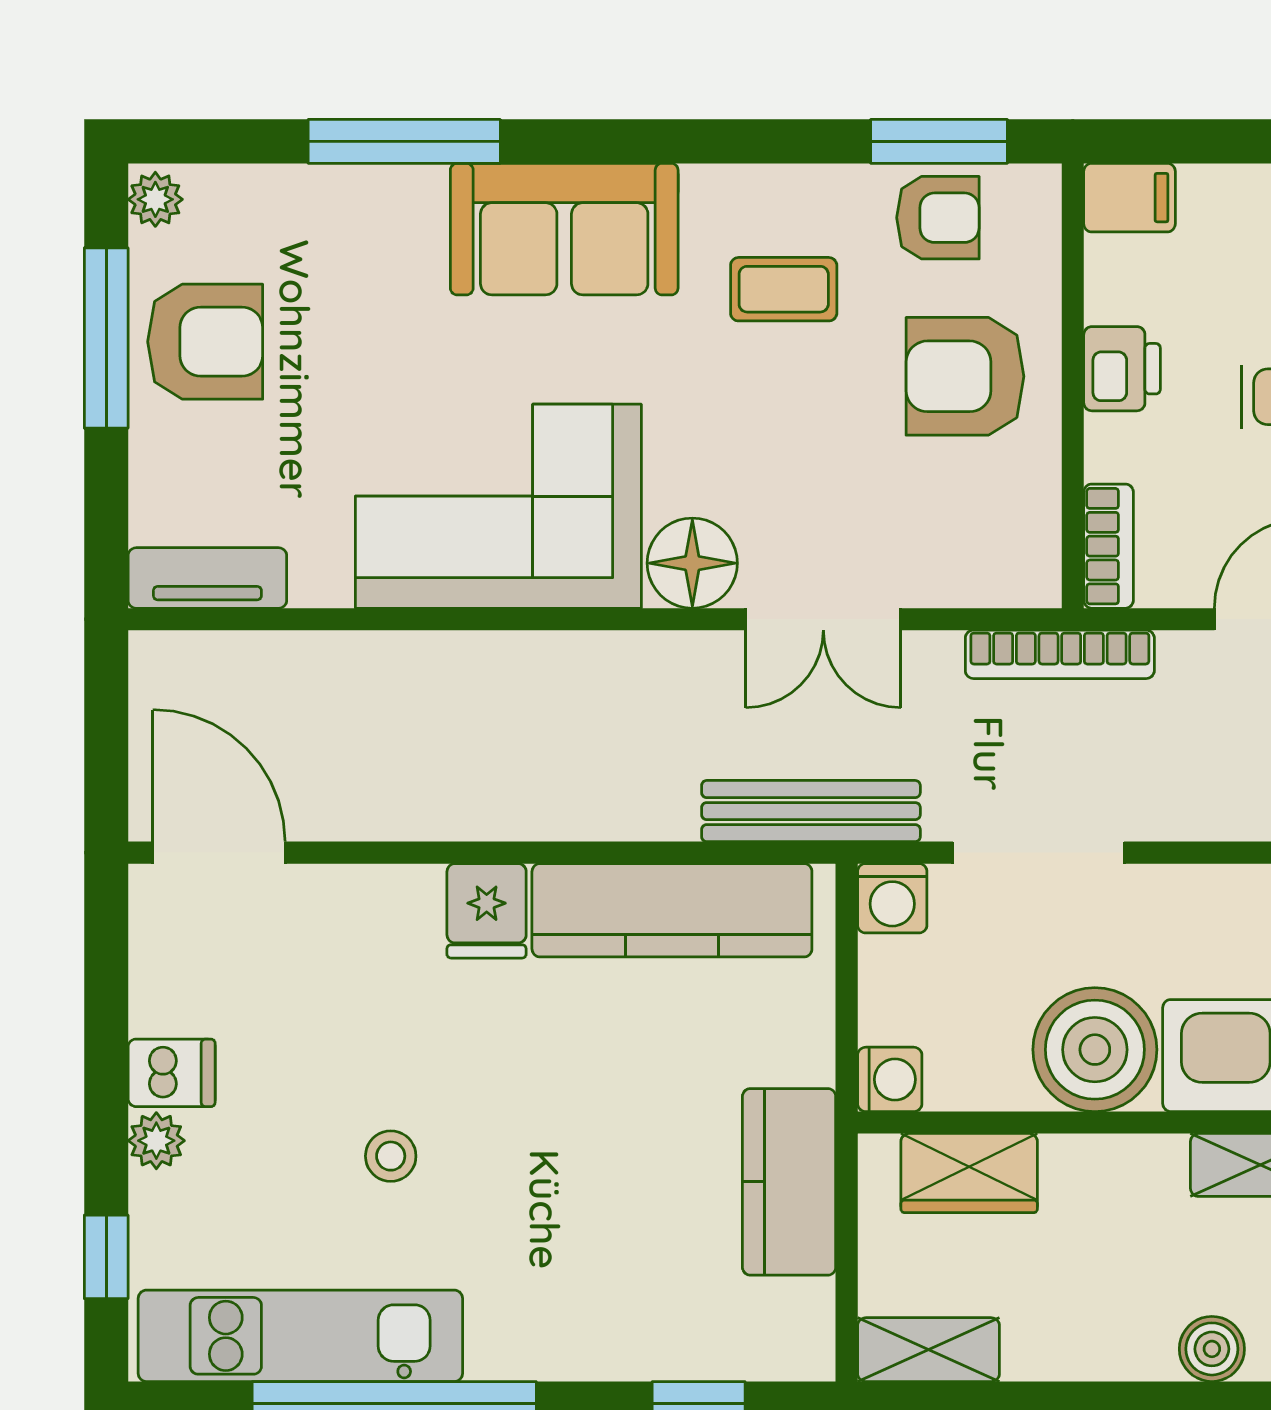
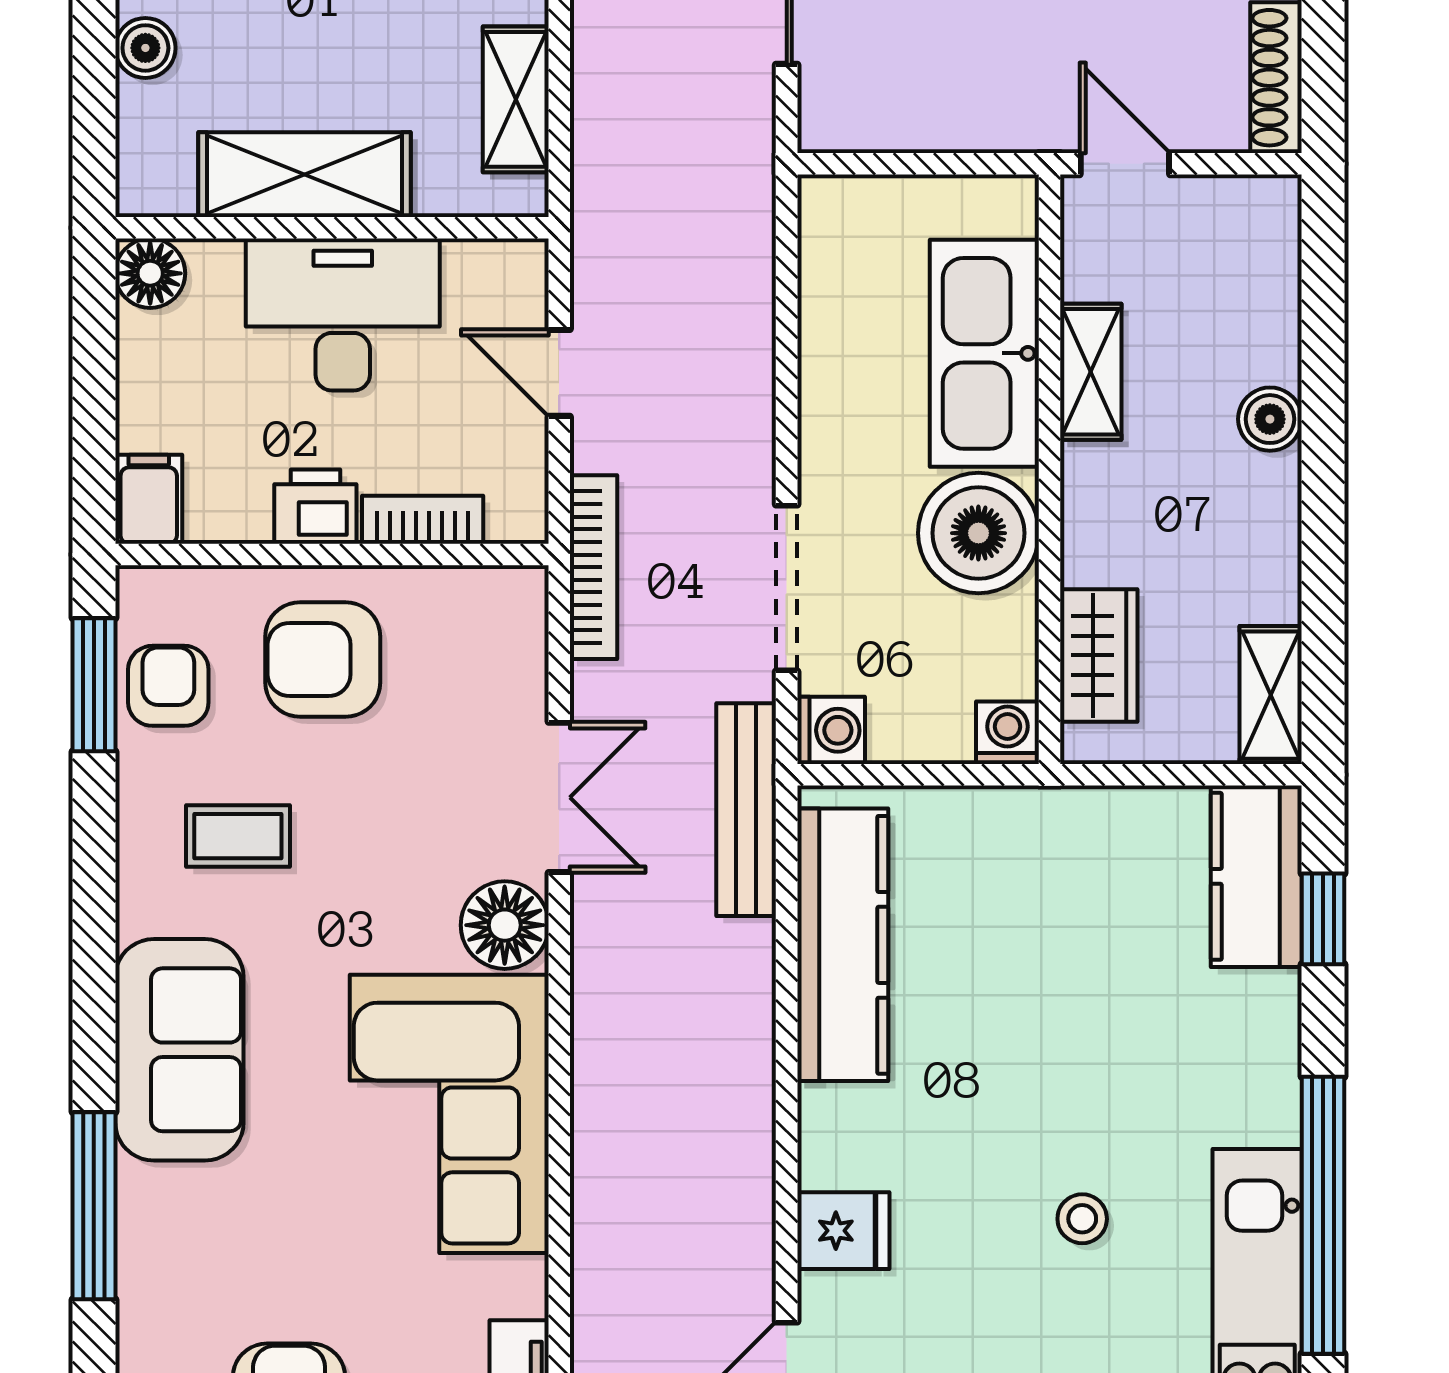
coffee table: (784, 289) -> (238, 836), turned 90
armchair: (965, 376) -> (323, 660), turned 90
bookcase: (1109, 546) -> (423, 520), moved
fridge: (487, 911) -> (843, 1231), moved
kitchen counter: (789, 1182) -> (1256, 876), moved, turned 90

